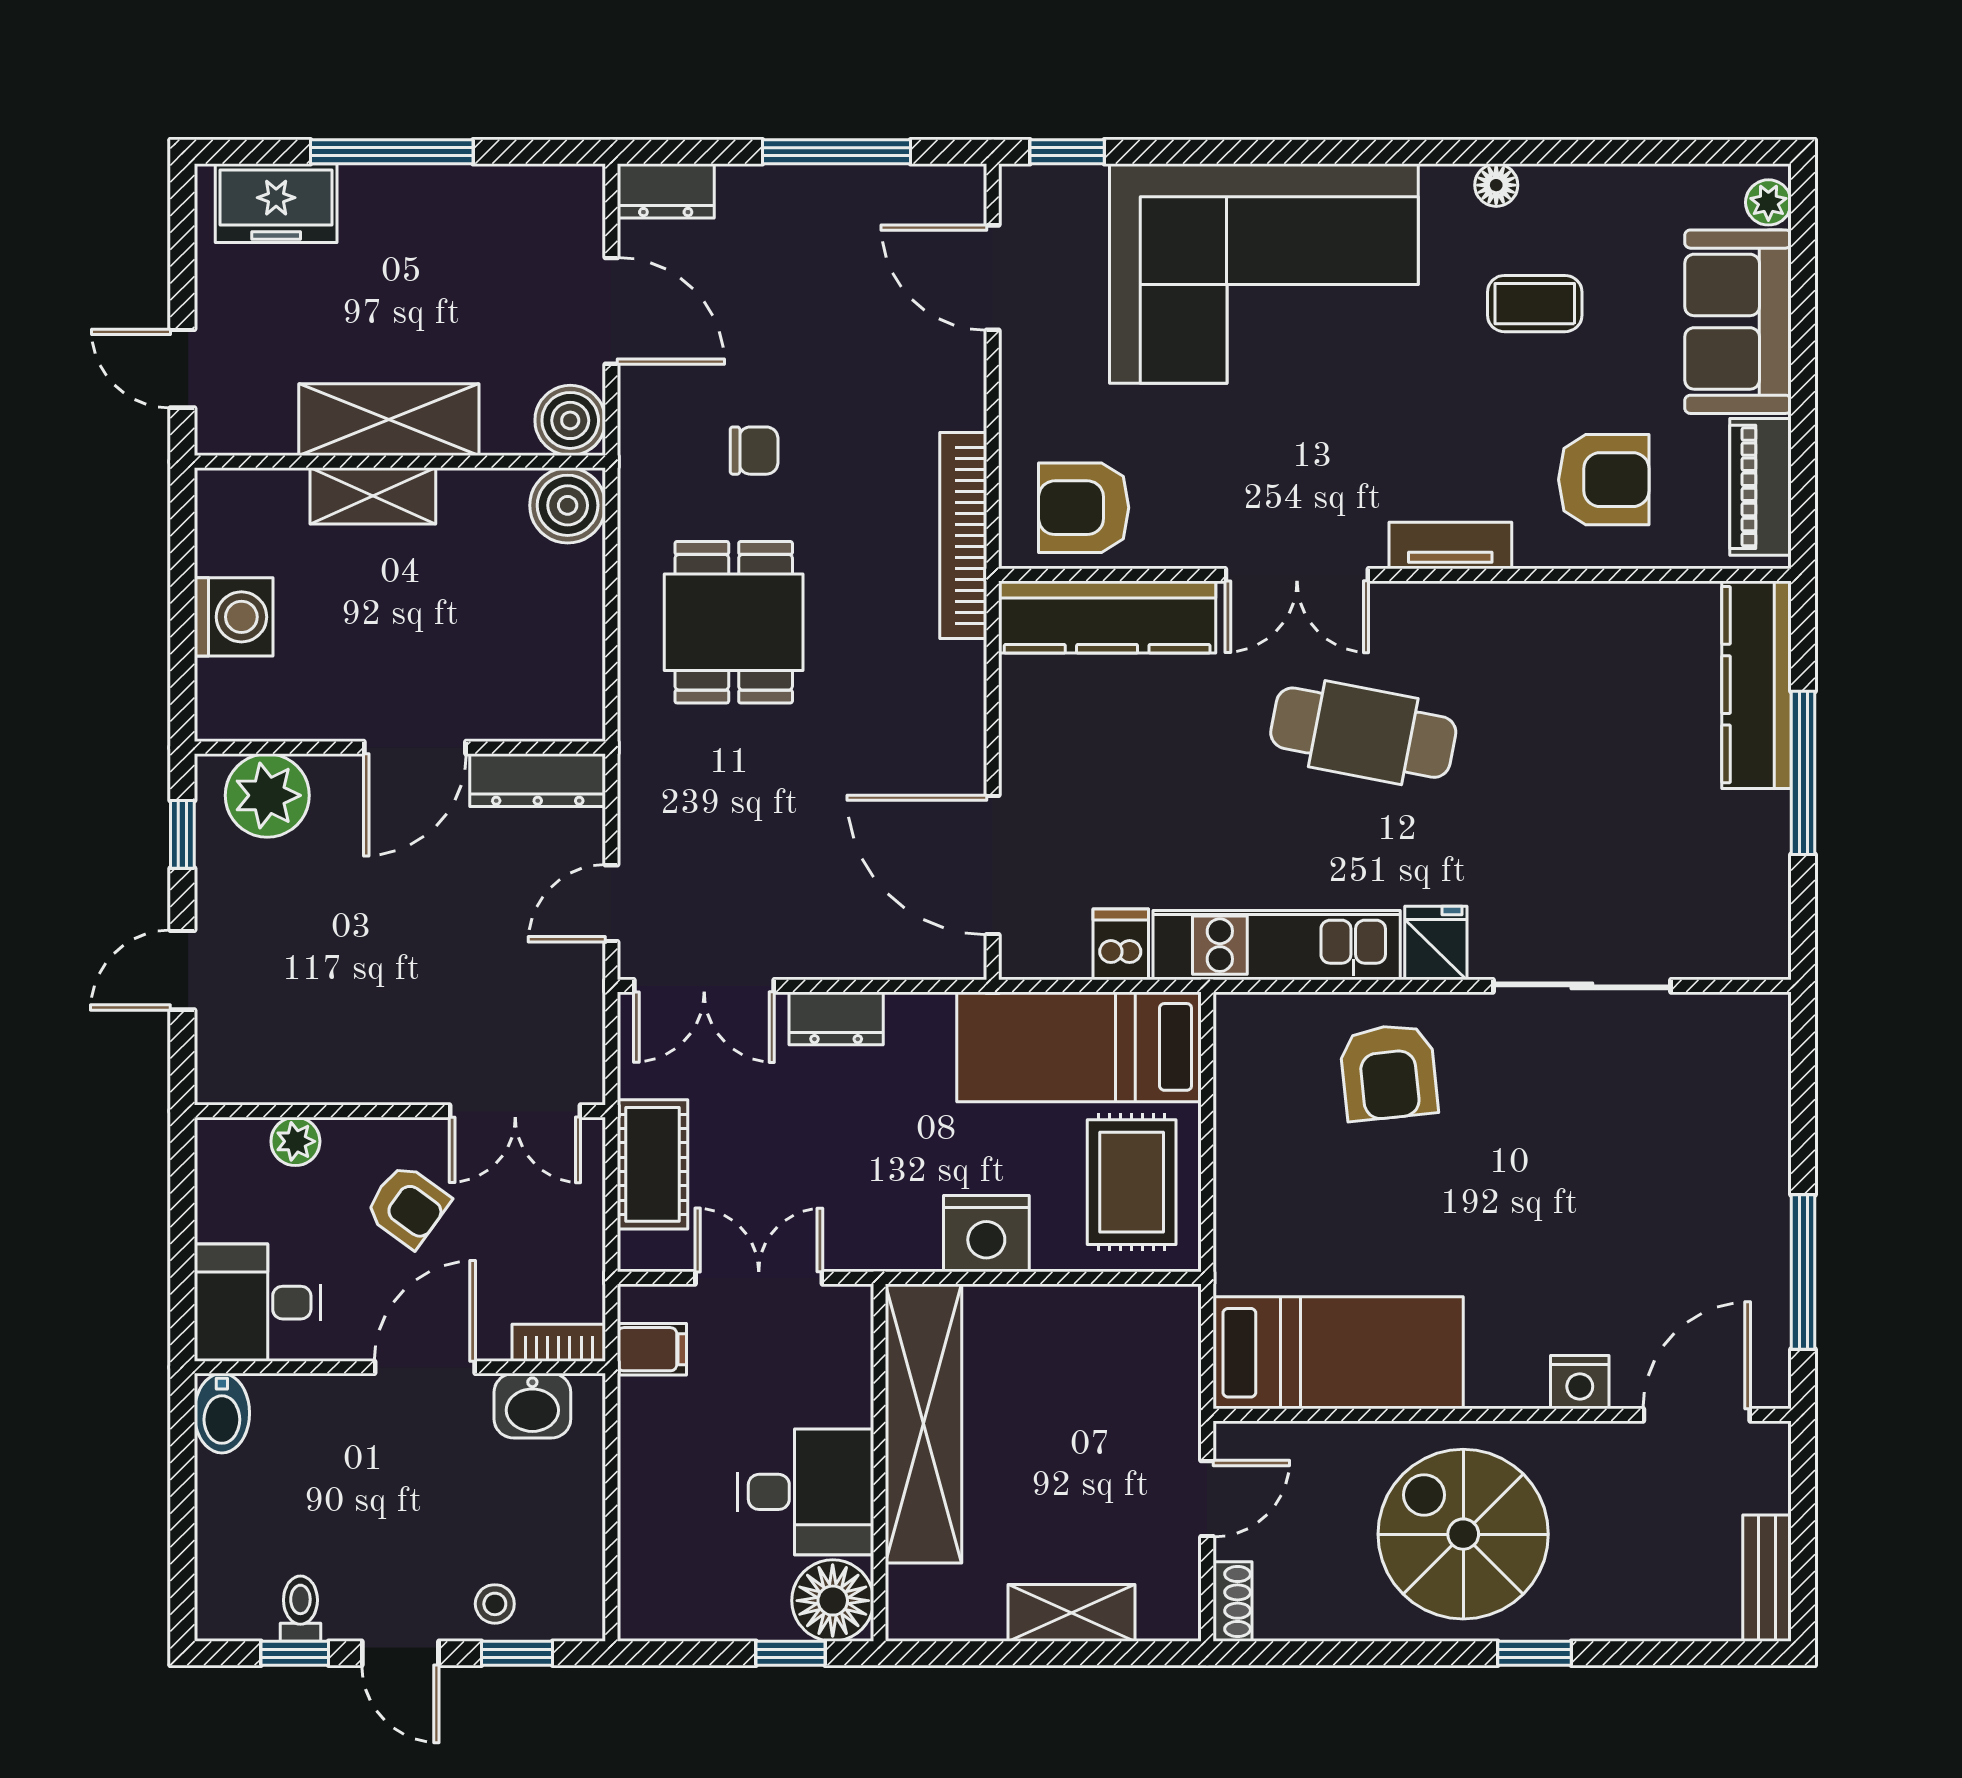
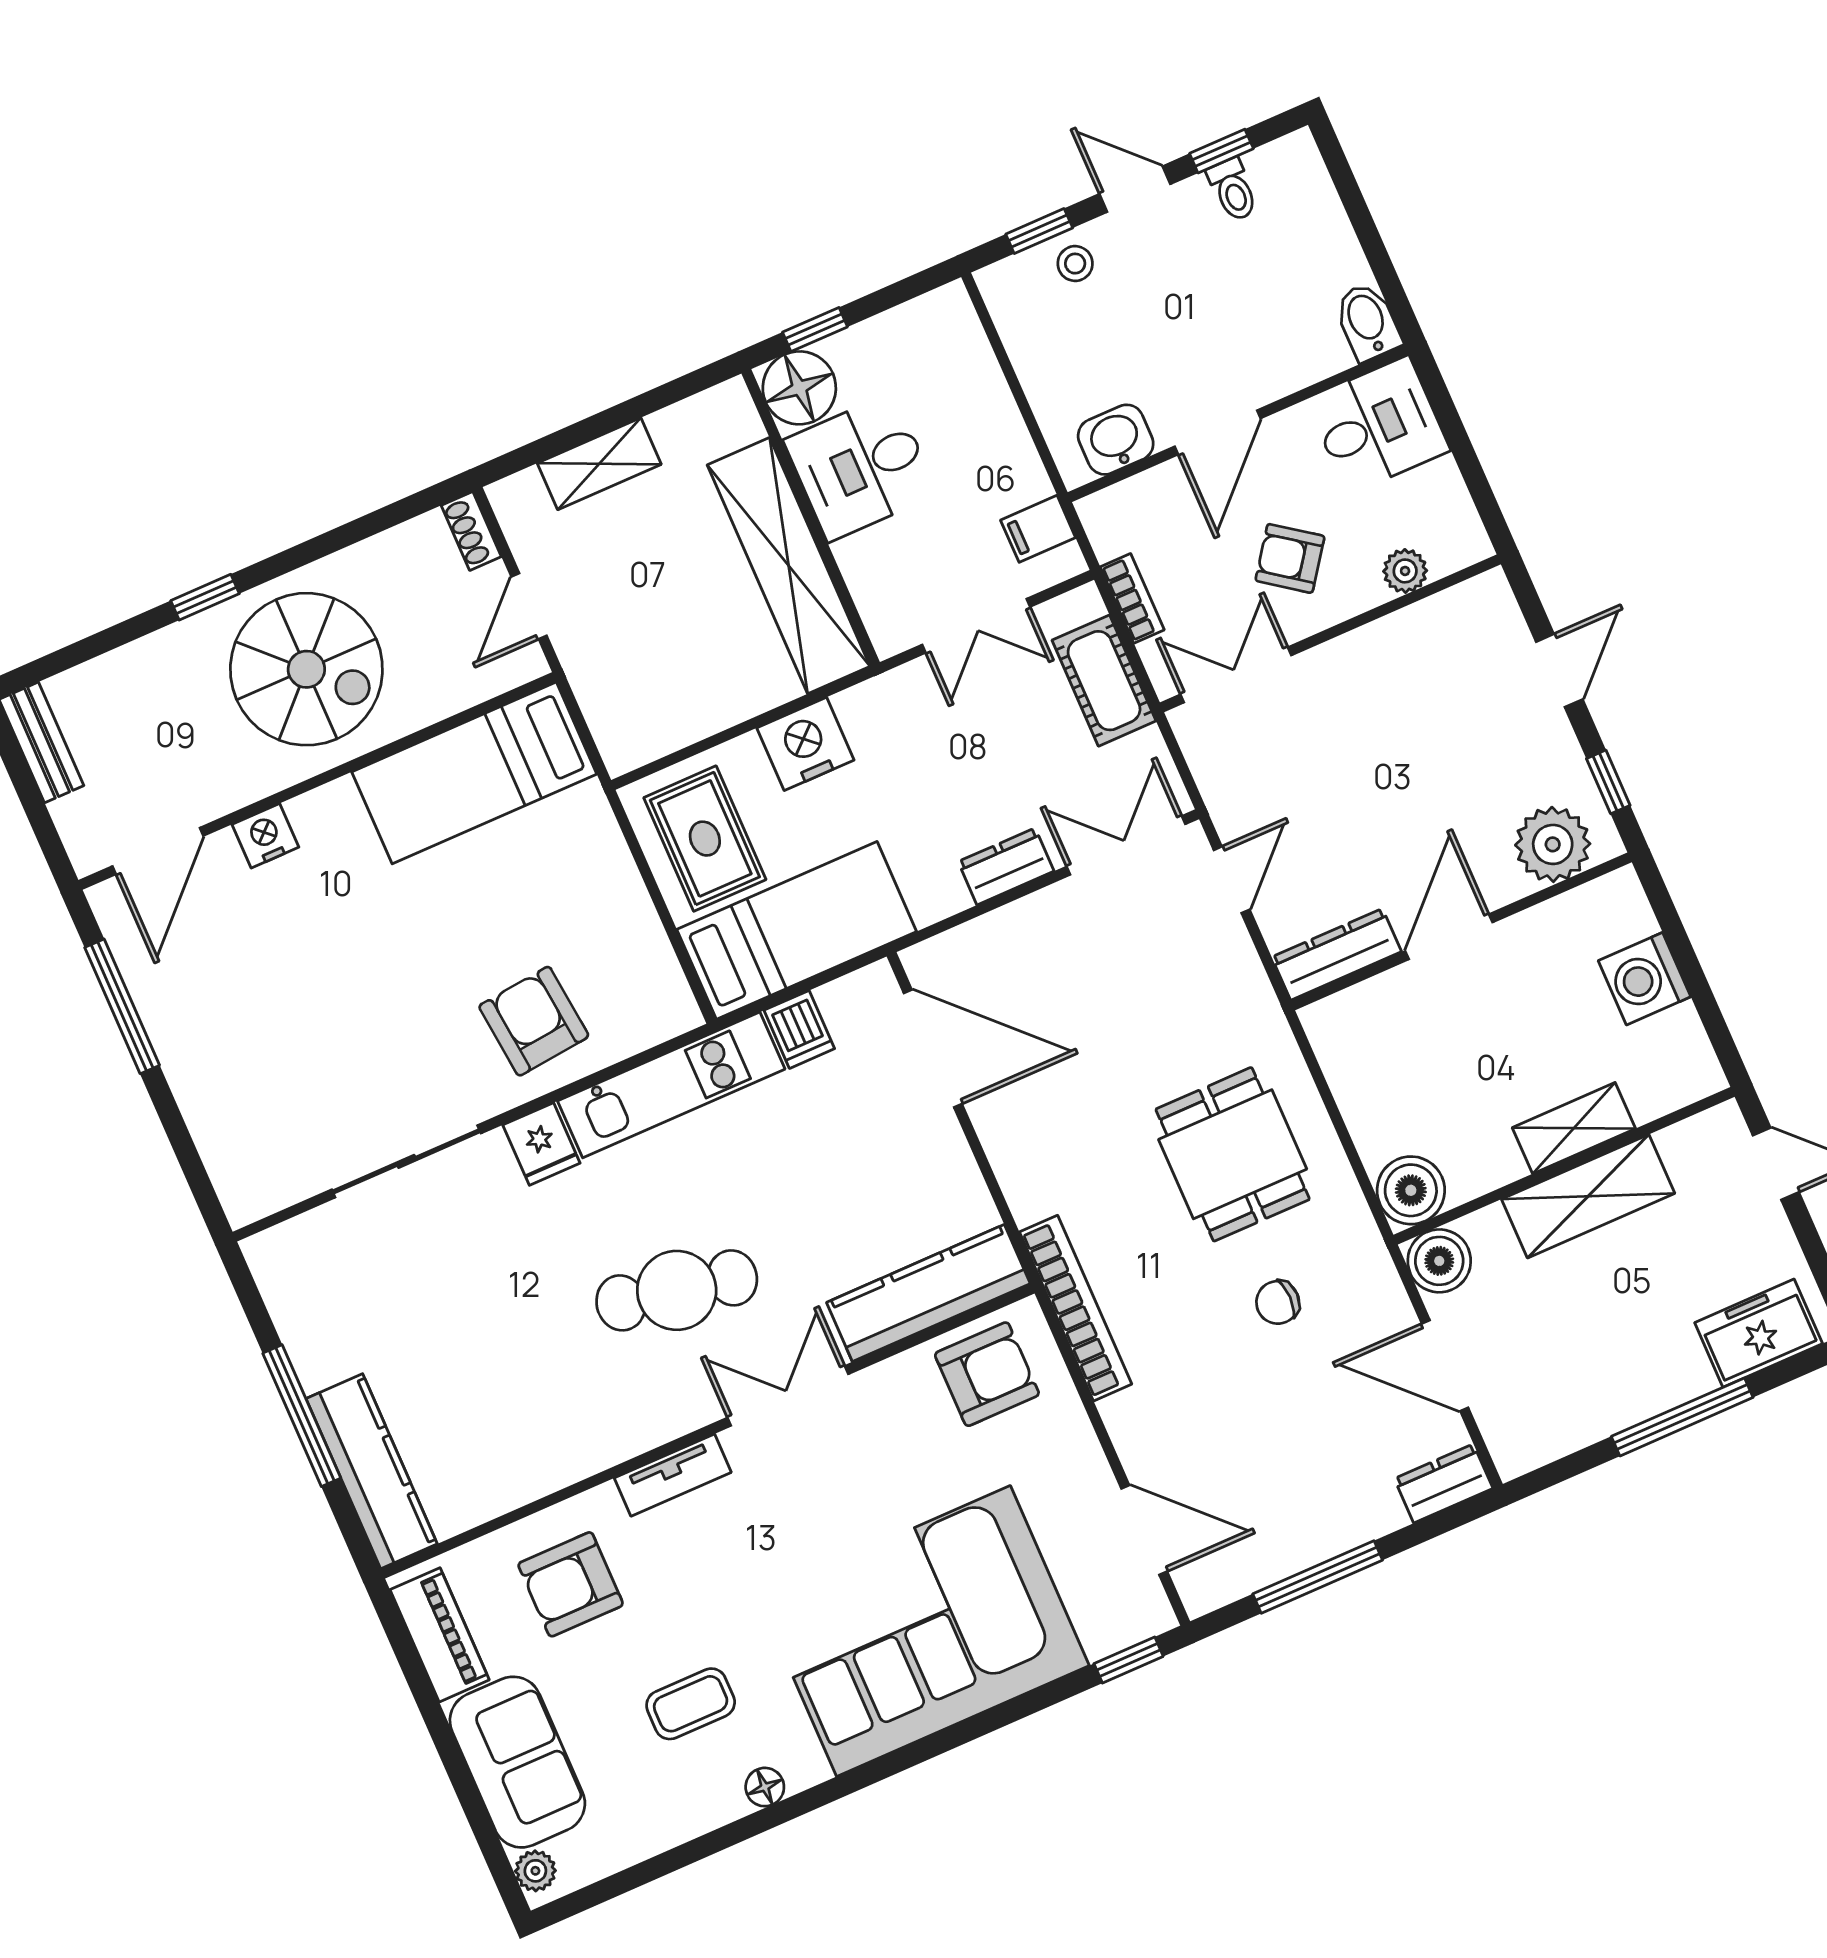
bookcase: (559, 1343) -> (1132, 598), moved, turned -90

